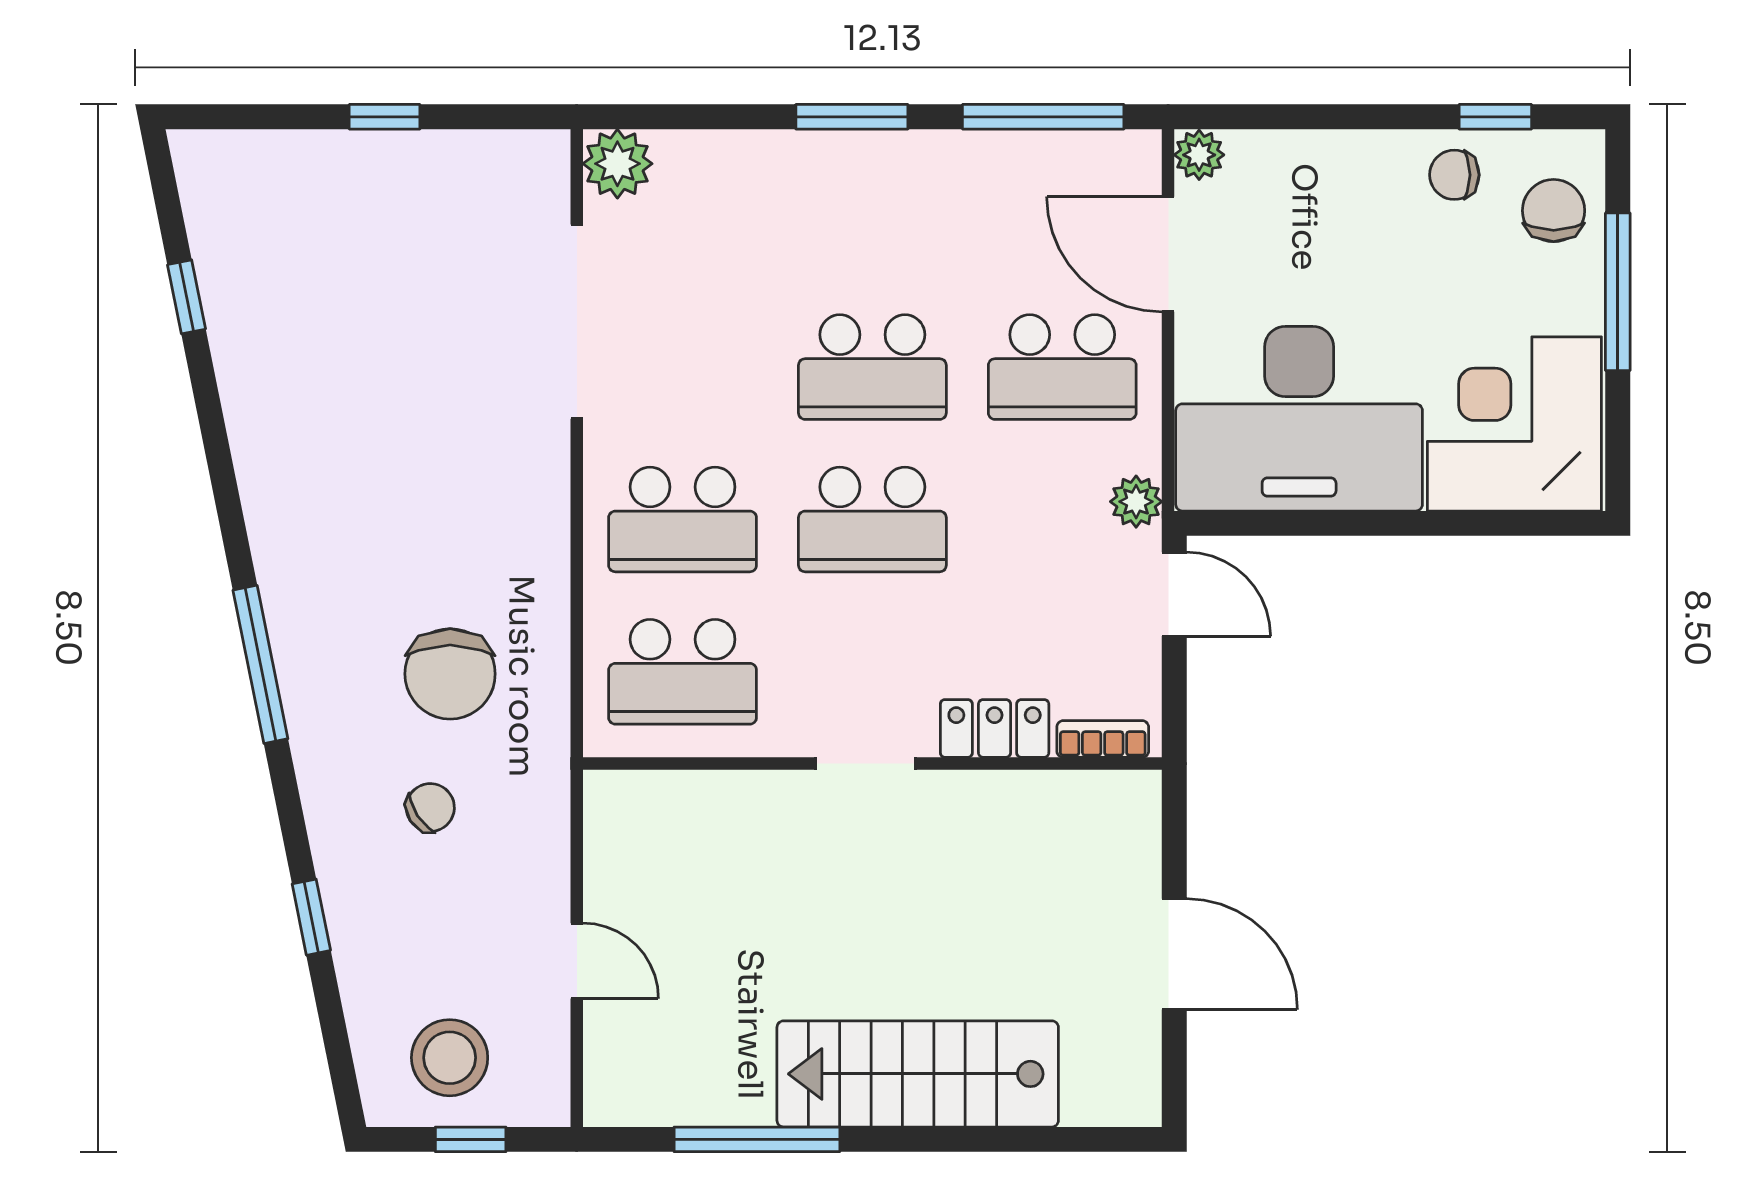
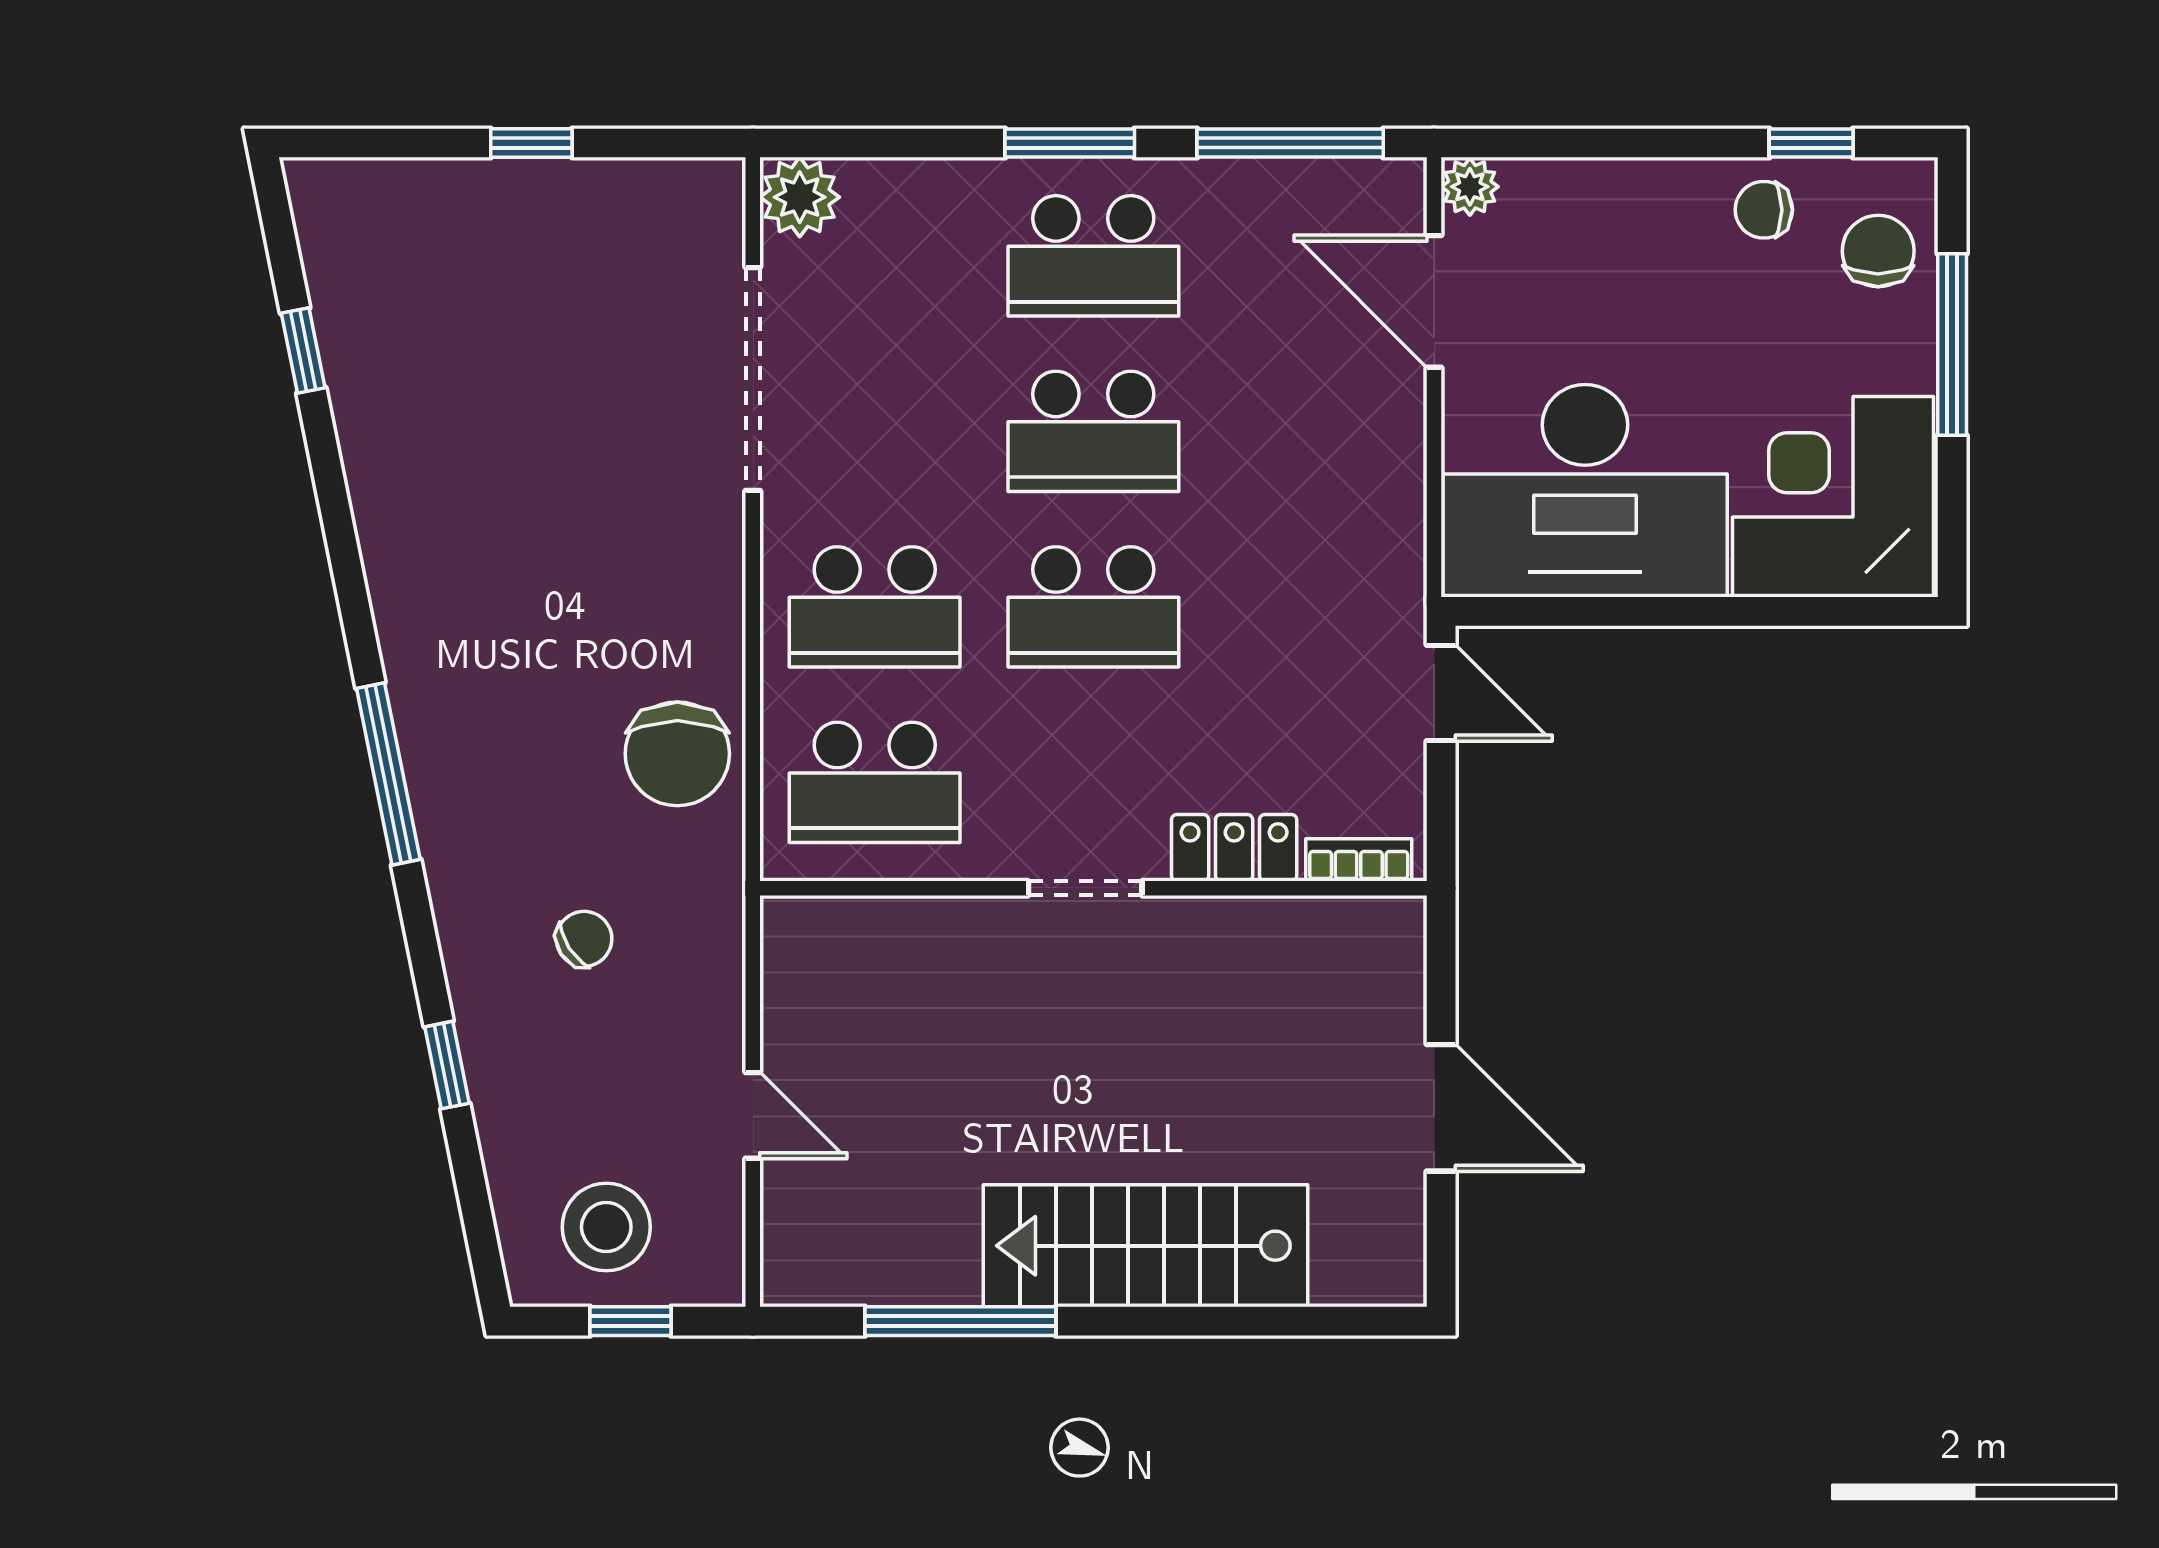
school desk: (1062, 367) -> (1093, 256), moved
plant: (1136, 502) -> (1397, 586), removed
chair: (450, 674) -> (677, 754), moved

